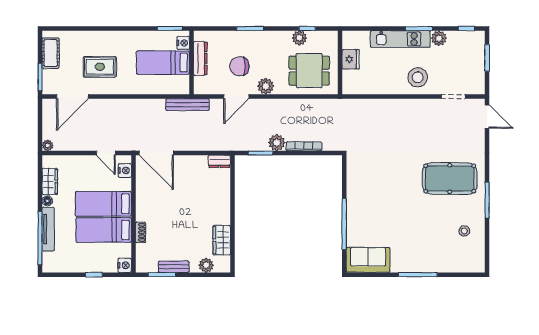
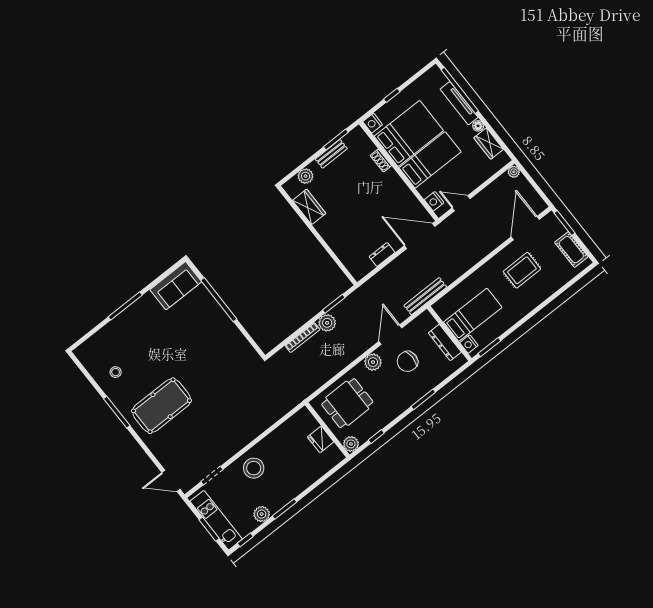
plant: (299, 38) -> (351, 444), moved
kitchen unit: (400, 39) -> (216, 520), moved, turned 90
chair: (239, 66) -> (407, 361), turned 180
dresser: (219, 161) -> (382, 254), moved
bed: (104, 230) -> (409, 133), width x1.50

